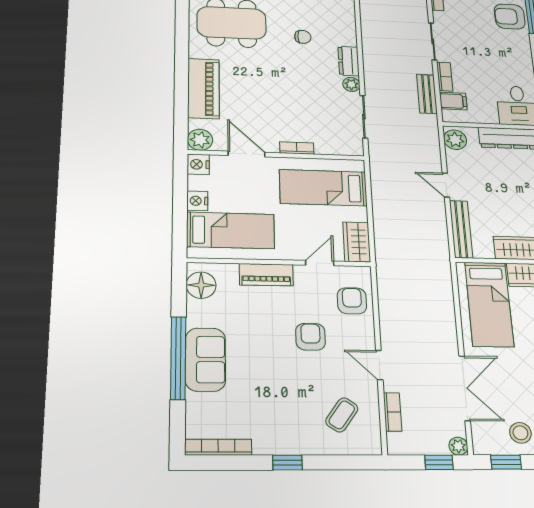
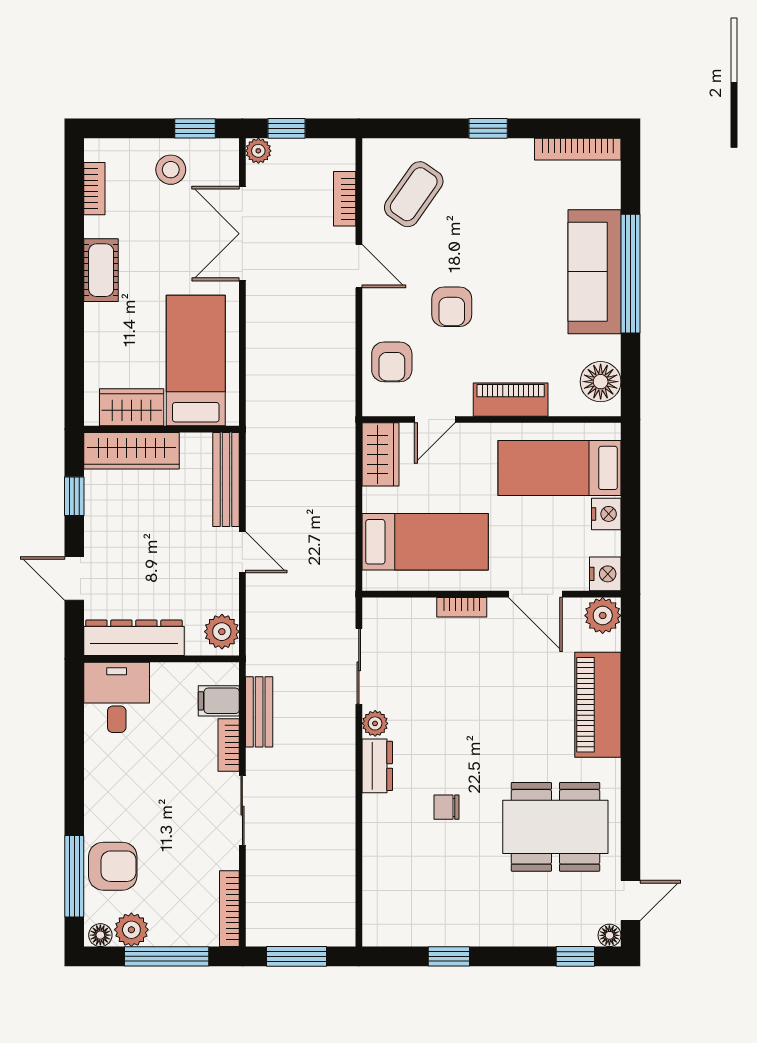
sofa: (205, 359) -> (594, 272), width x1.36
coffee table: (342, 415) -> (414, 194), width x1.36, depth x1.30

